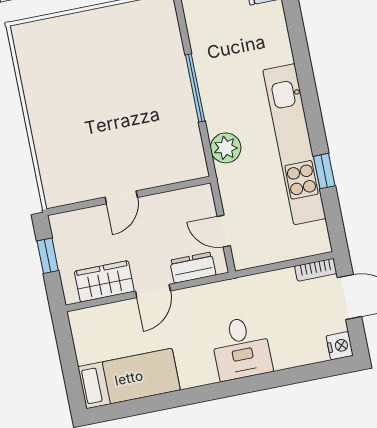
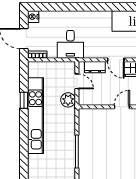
plant: (226, 148) -> (68, 100), moved
door: (153, 291) -> (116, 60), swing flipped
desk: (241, 348) -> (70, 44), moved, turned 180

